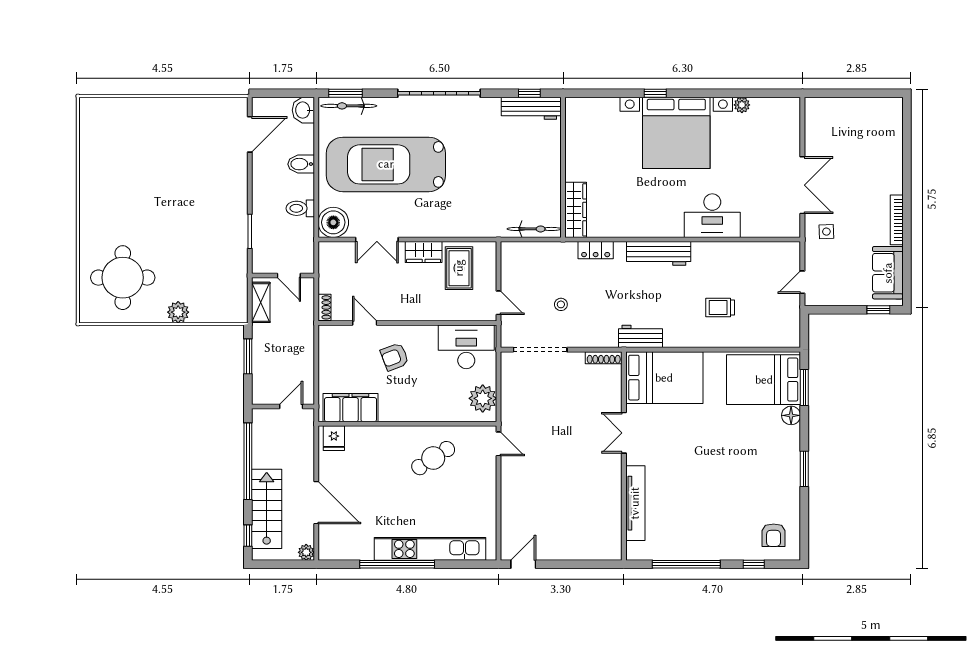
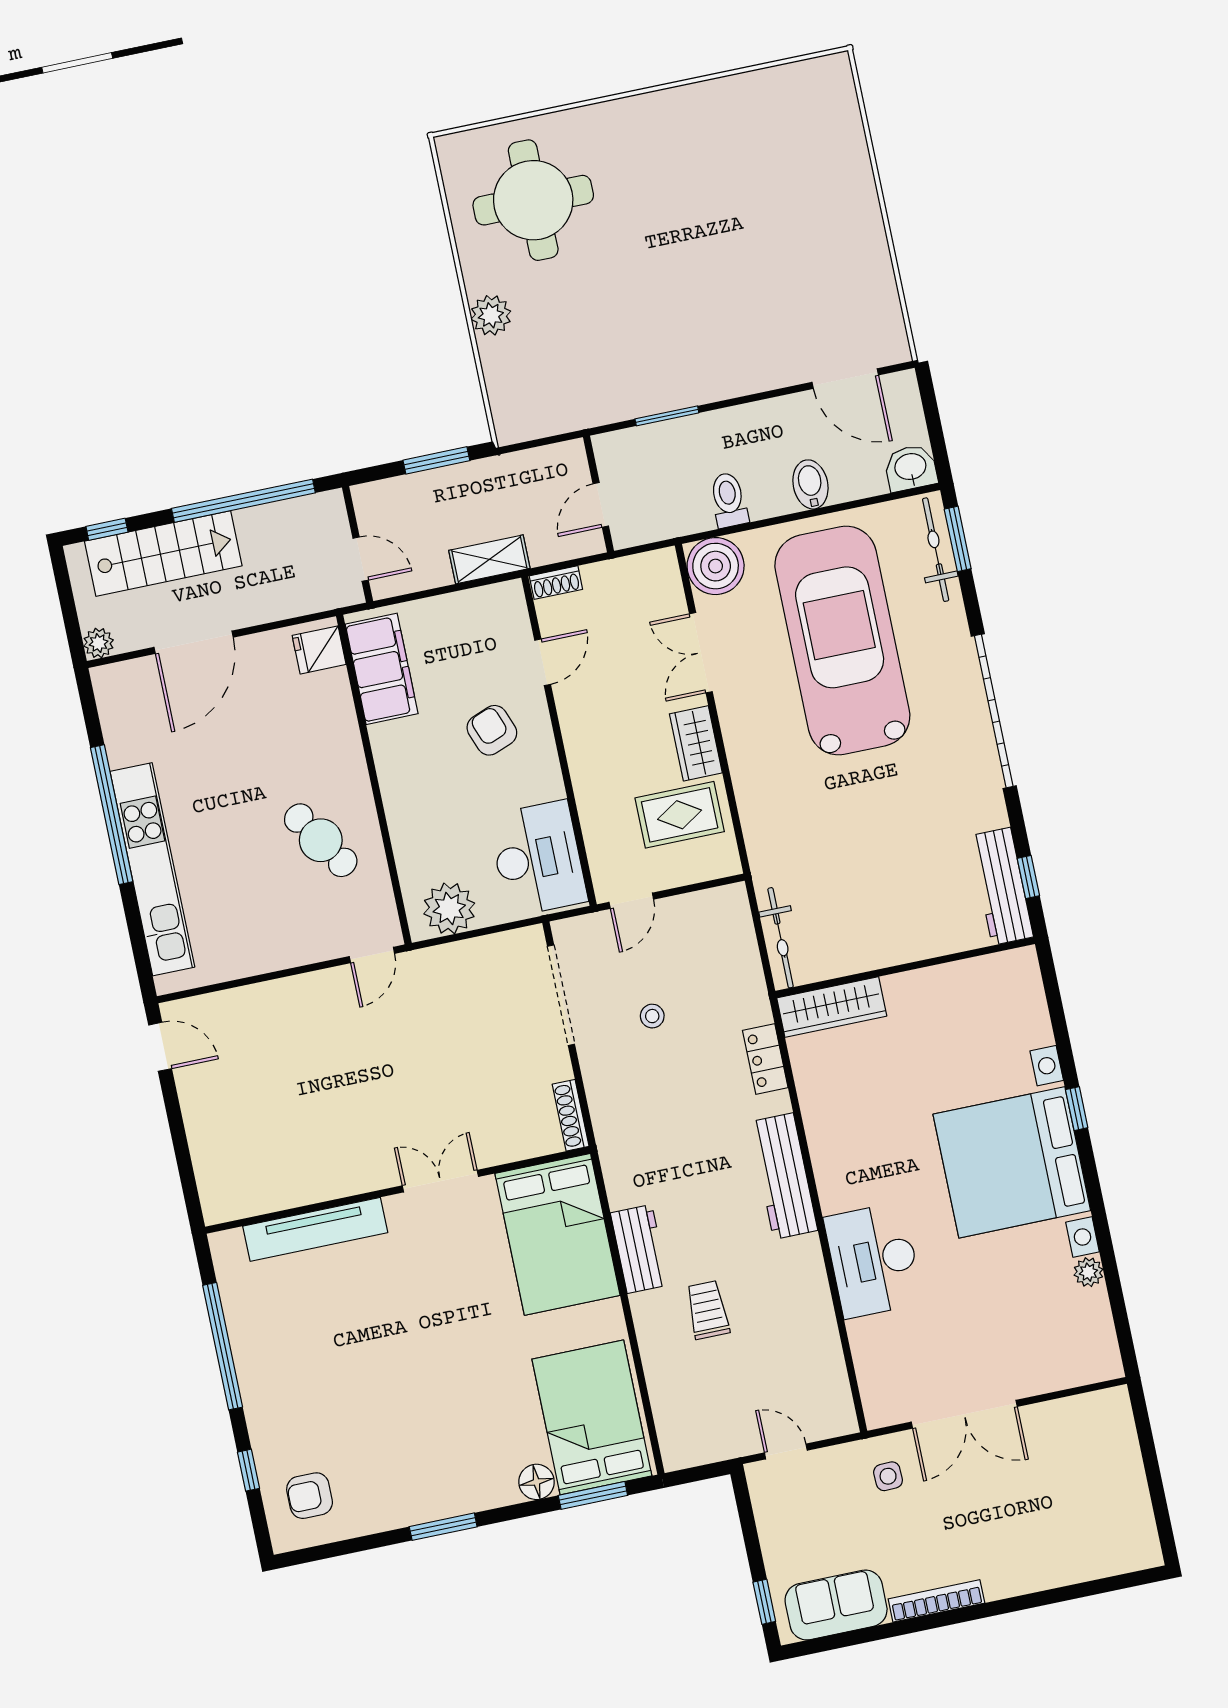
shelving: (261, 302) -> (489, 559), moved
workbench: (640, 336) -> (639, 1249), moved

